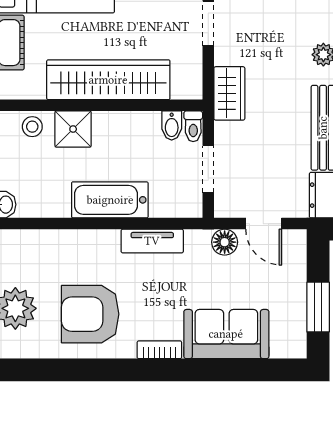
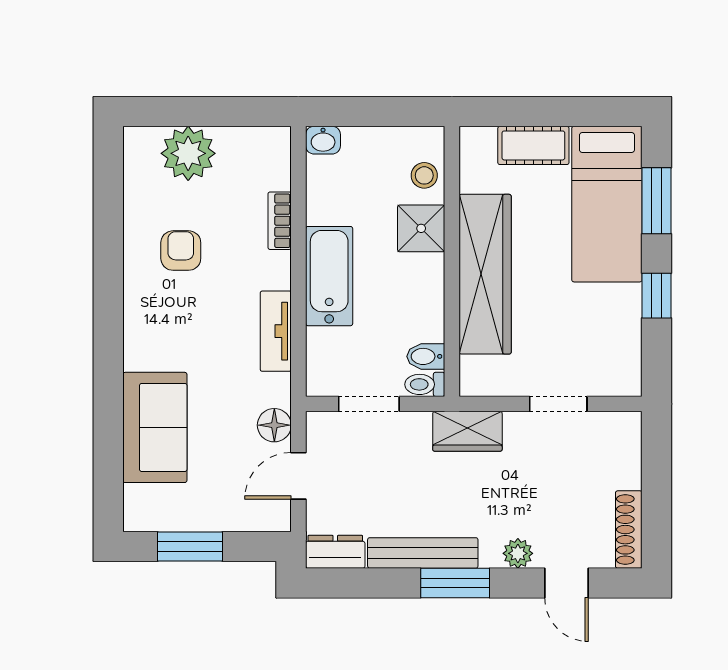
armchair: (90, 314) -> (181, 251), width x0.53, depth x0.53
bookcase: (159, 350) -> (280, 221), moved, turned 180

